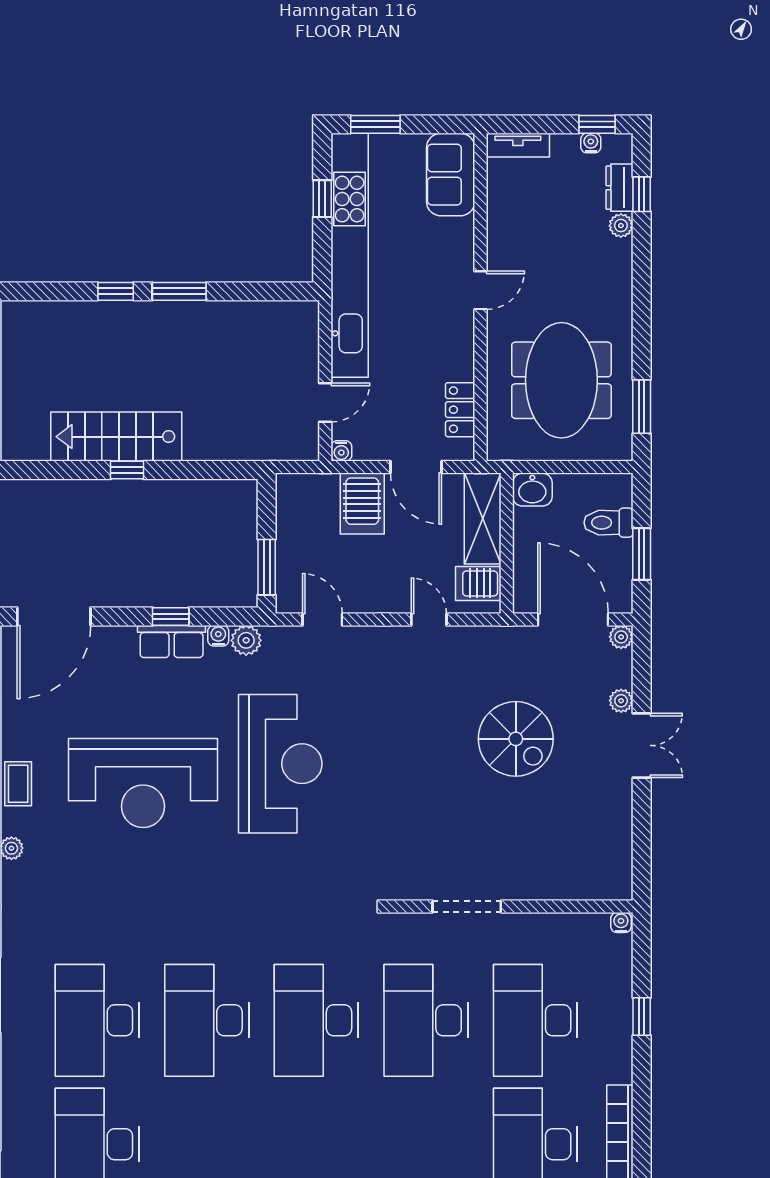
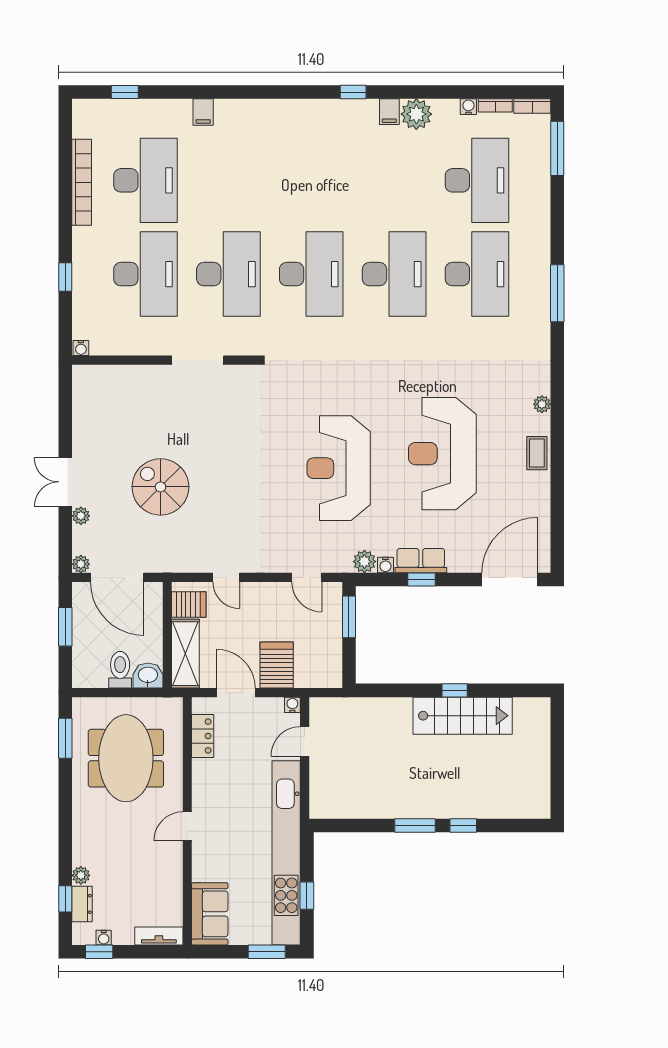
toilet: (608, 523) -> (120, 670), moved, turned -90
reception desk: (143, 783) -> (442, 454), turned -90

